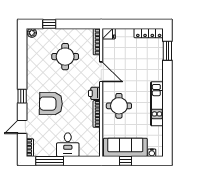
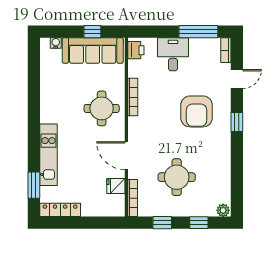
window: (76, 24) -> (162, 223), added
fridge: (109, 34) -> (116, 186), moved
printer: (94, 93) -> (136, 50), moved
armchair: (51, 104) -> (197, 111), turned 89
kitchen unit: (157, 104) -> (49, 155), moved

